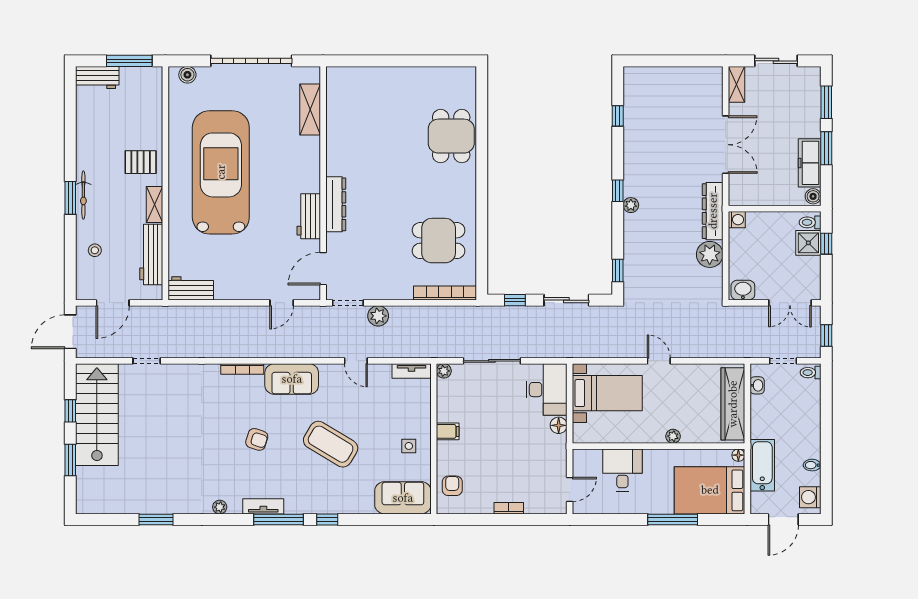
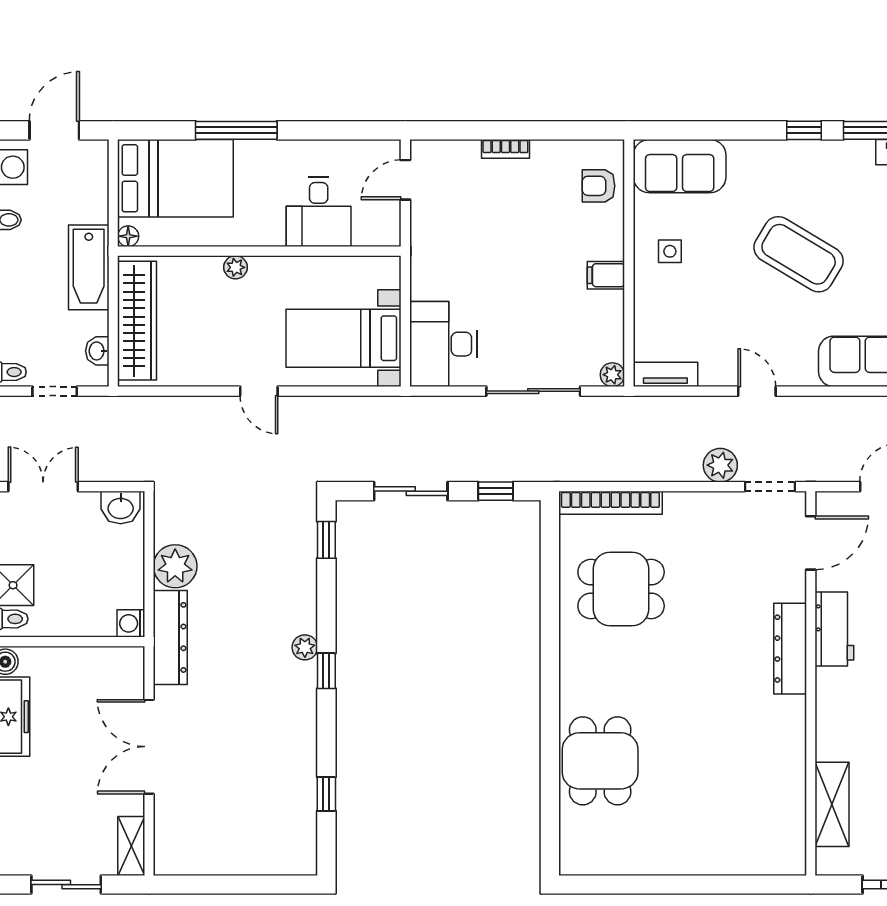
floor lamp: (559, 425) -> (424, 285), removed
bathtub: (762, 465) -> (89, 267), moved
armchair: (452, 486) -> (599, 186), turned 90

